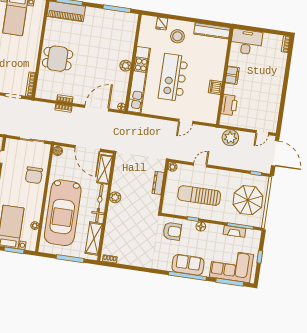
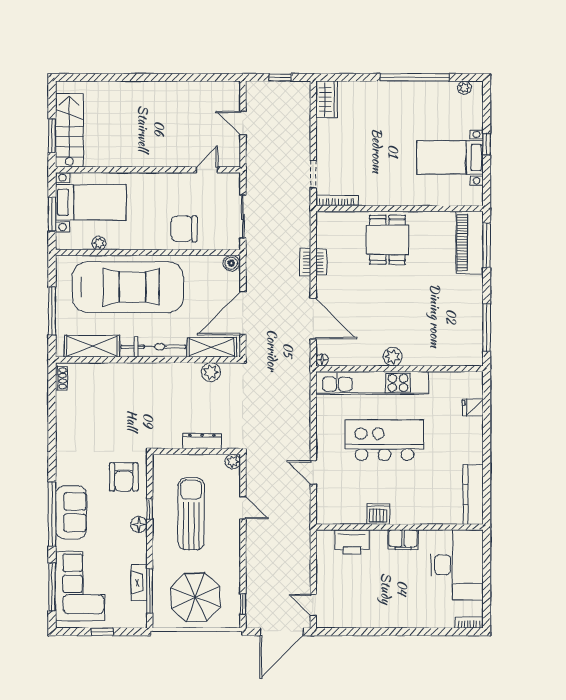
stool: (177, 36) -> (455, 437), removed
desk: (246, 42) -> (457, 565), width x1.36, depth x1.30
plant: (230, 138) -> (297, 552), removed
plant: (115, 197) -> (211, 372), moved
car: (63, 213) -> (128, 287), turned 180

